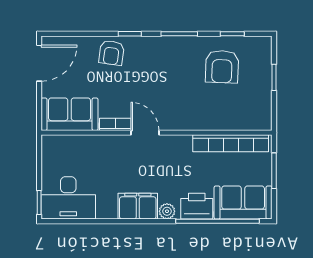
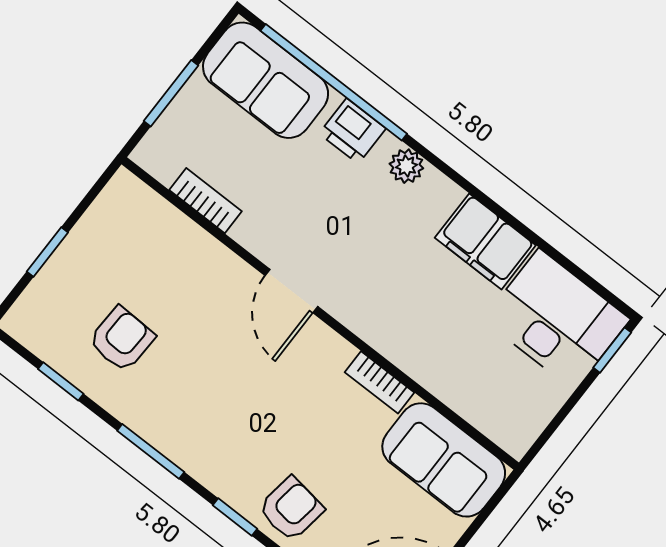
armchair: (222, 67) -> (122, 339), width x0.72, depth x0.72
door: (145, 133) -> (291, 291), moved
bookcase: (231, 143) -> (205, 201), width x0.43, depth x0.76
filing cabinet: (138, 206) -> (485, 241), moved
printer: (197, 206) -> (352, 131), width x0.73, depth x0.81

